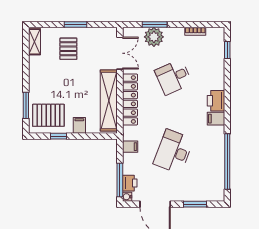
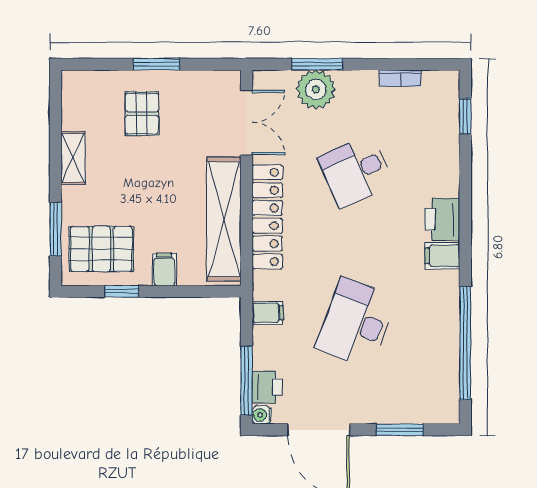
shelving: (35, 42) -> (73, 158), moved

